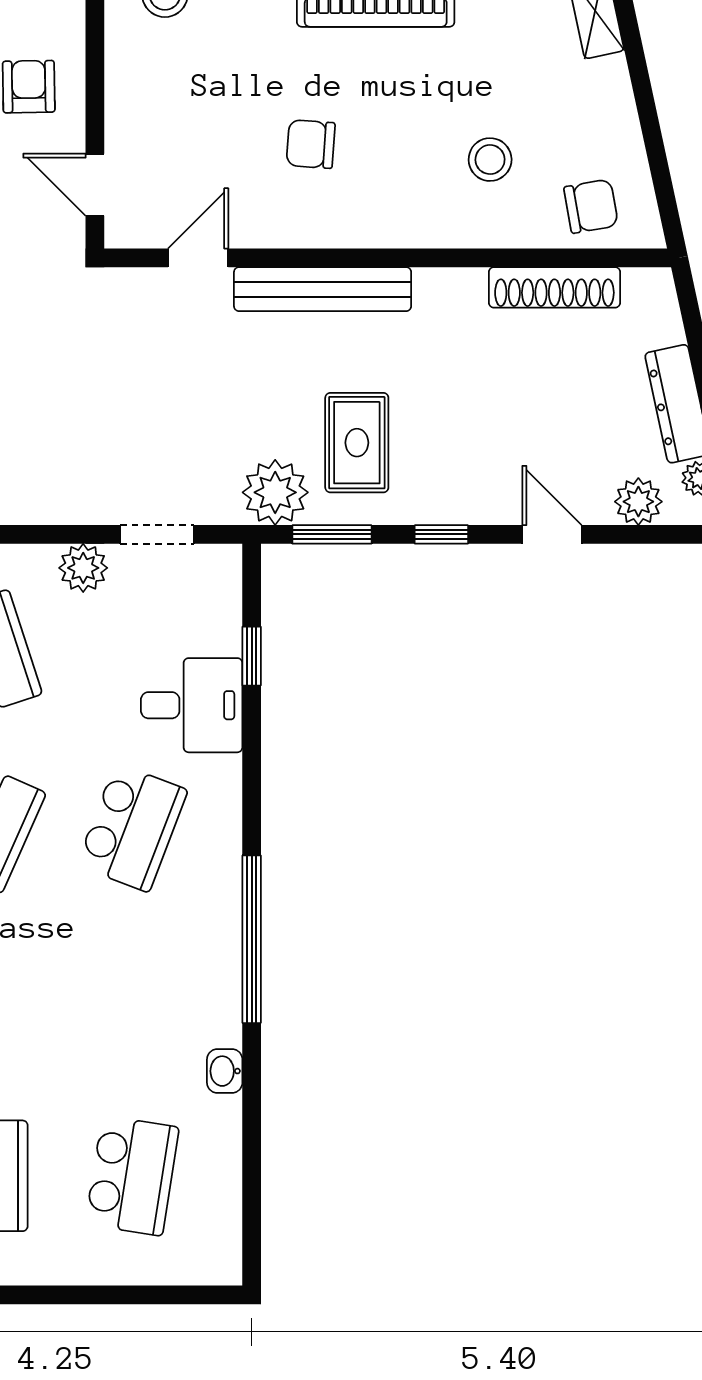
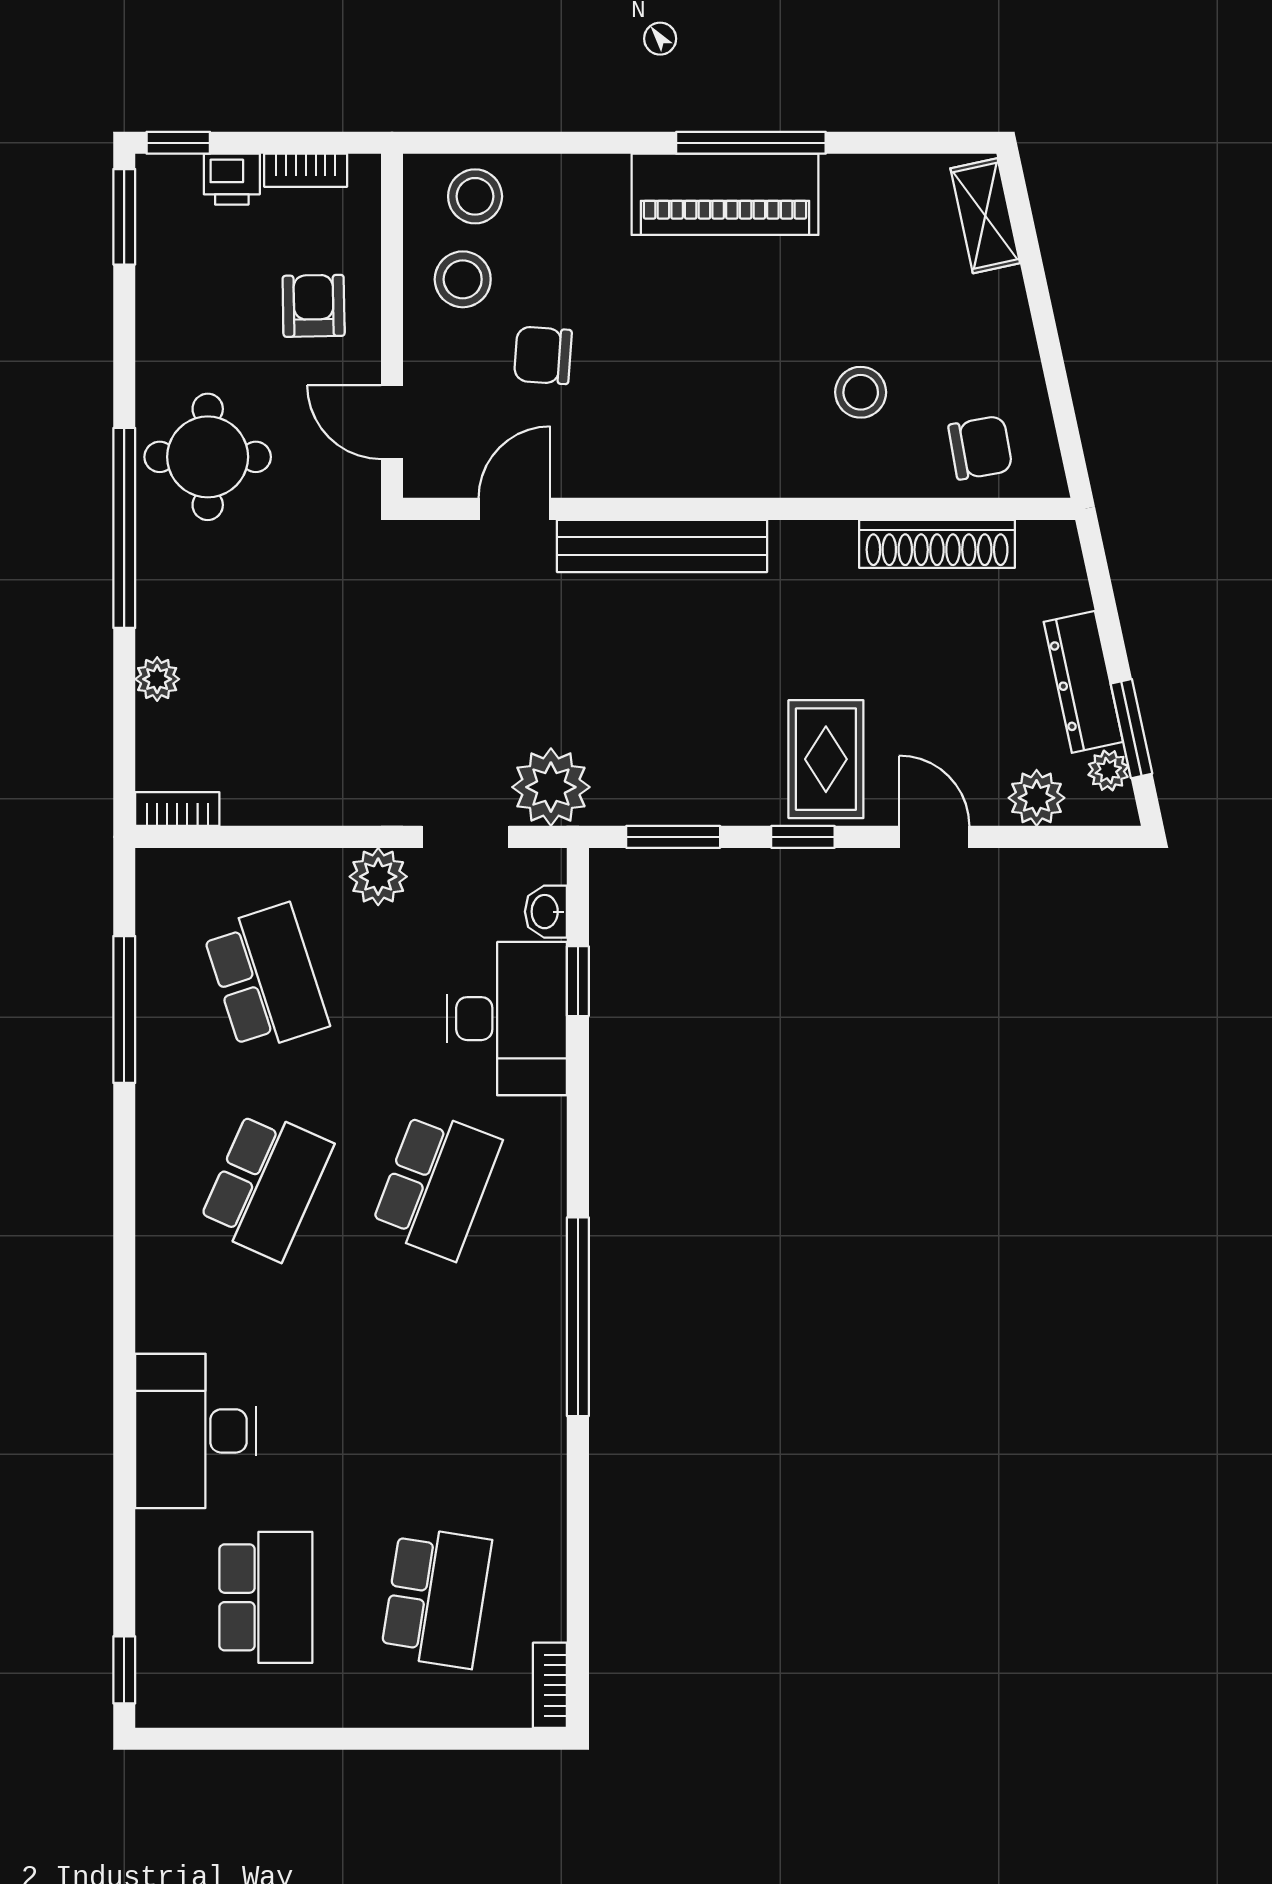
stool: (154, 64) -> (463, 279), added
chair: (311, 144) -> (543, 355), moved
rug: (357, 443) -> (826, 759), moved
plant: (275, 492) -> (551, 787), moved
desk: (192, 705) -> (507, 1019), width x1.37
washbasin: (225, 1071) -> (546, 912), moved
bookcase: (228, 1250) -> (550, 1685), added

